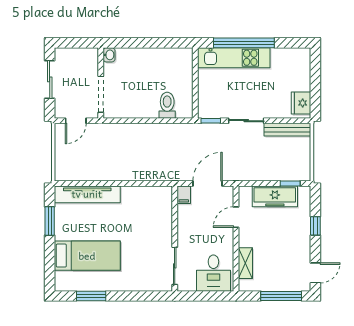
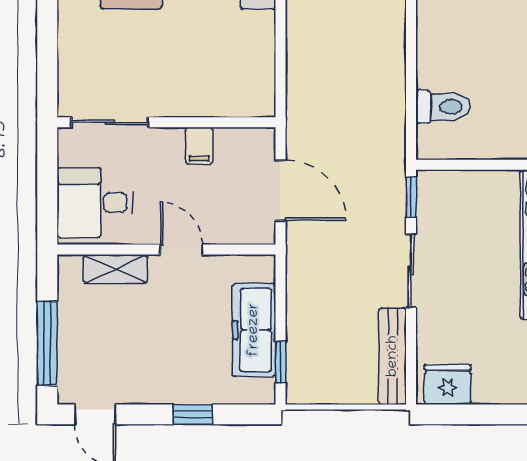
filing cabinet: (184, 195) -> (199, 146), moved, turned -90
door: (236, 217) -> (181, 250), moved

